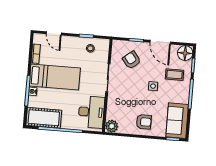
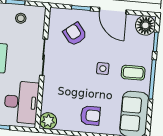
coffee table: (174, 75) -> (133, 73), moved

